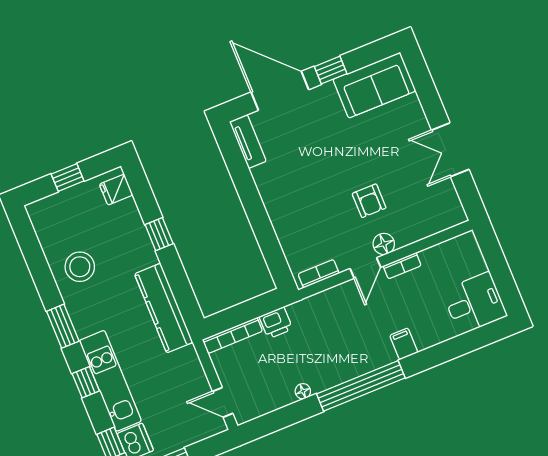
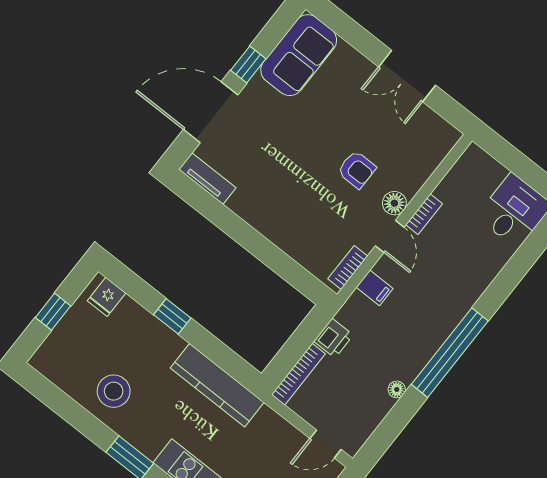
filing cabinet: (404, 344) -> (375, 288), moved, turned 180

